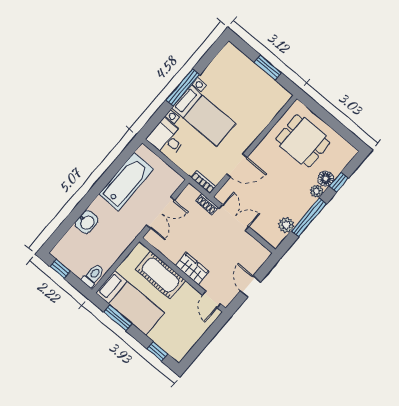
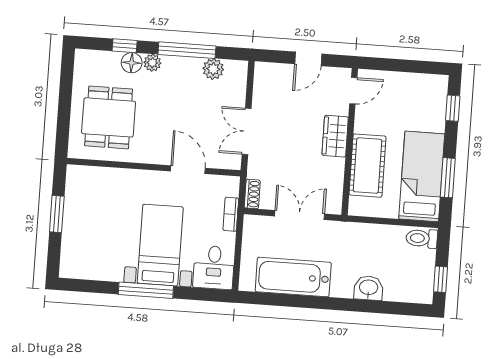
bookcase: (203, 182) -> (231, 214), moved
shoe rack: (207, 204) -> (252, 194), moved

